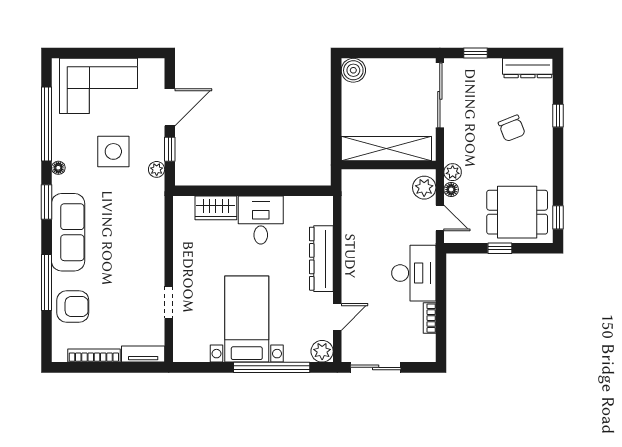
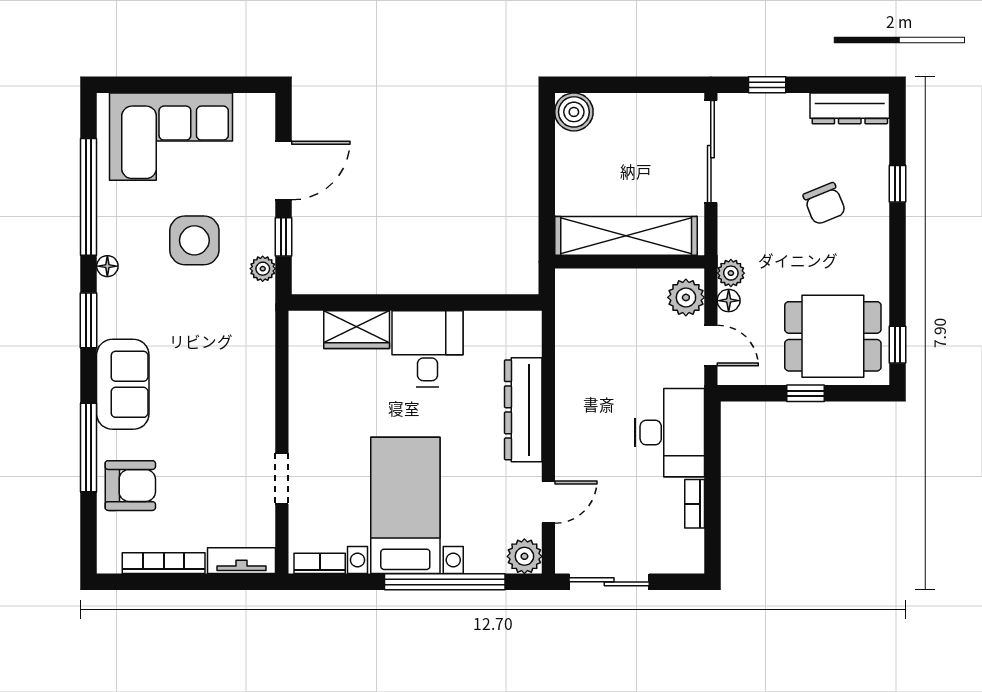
sofa: (68, 232) -> (123, 384), width x0.73
bookcase: (193, 356) -> (320, 563), added

